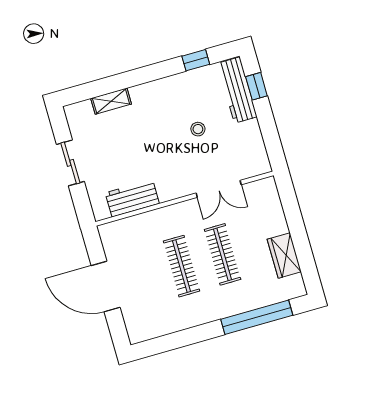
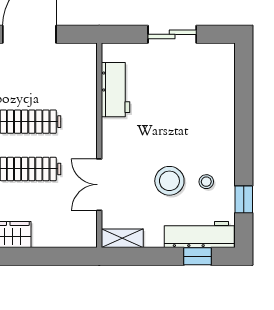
stool: (190, 97) -> (206, 182), added
shelving: (111, 101) -> (122, 238), moved, turned 90
stool: (198, 129) -> (169, 181), width x1.89, depth x1.89

